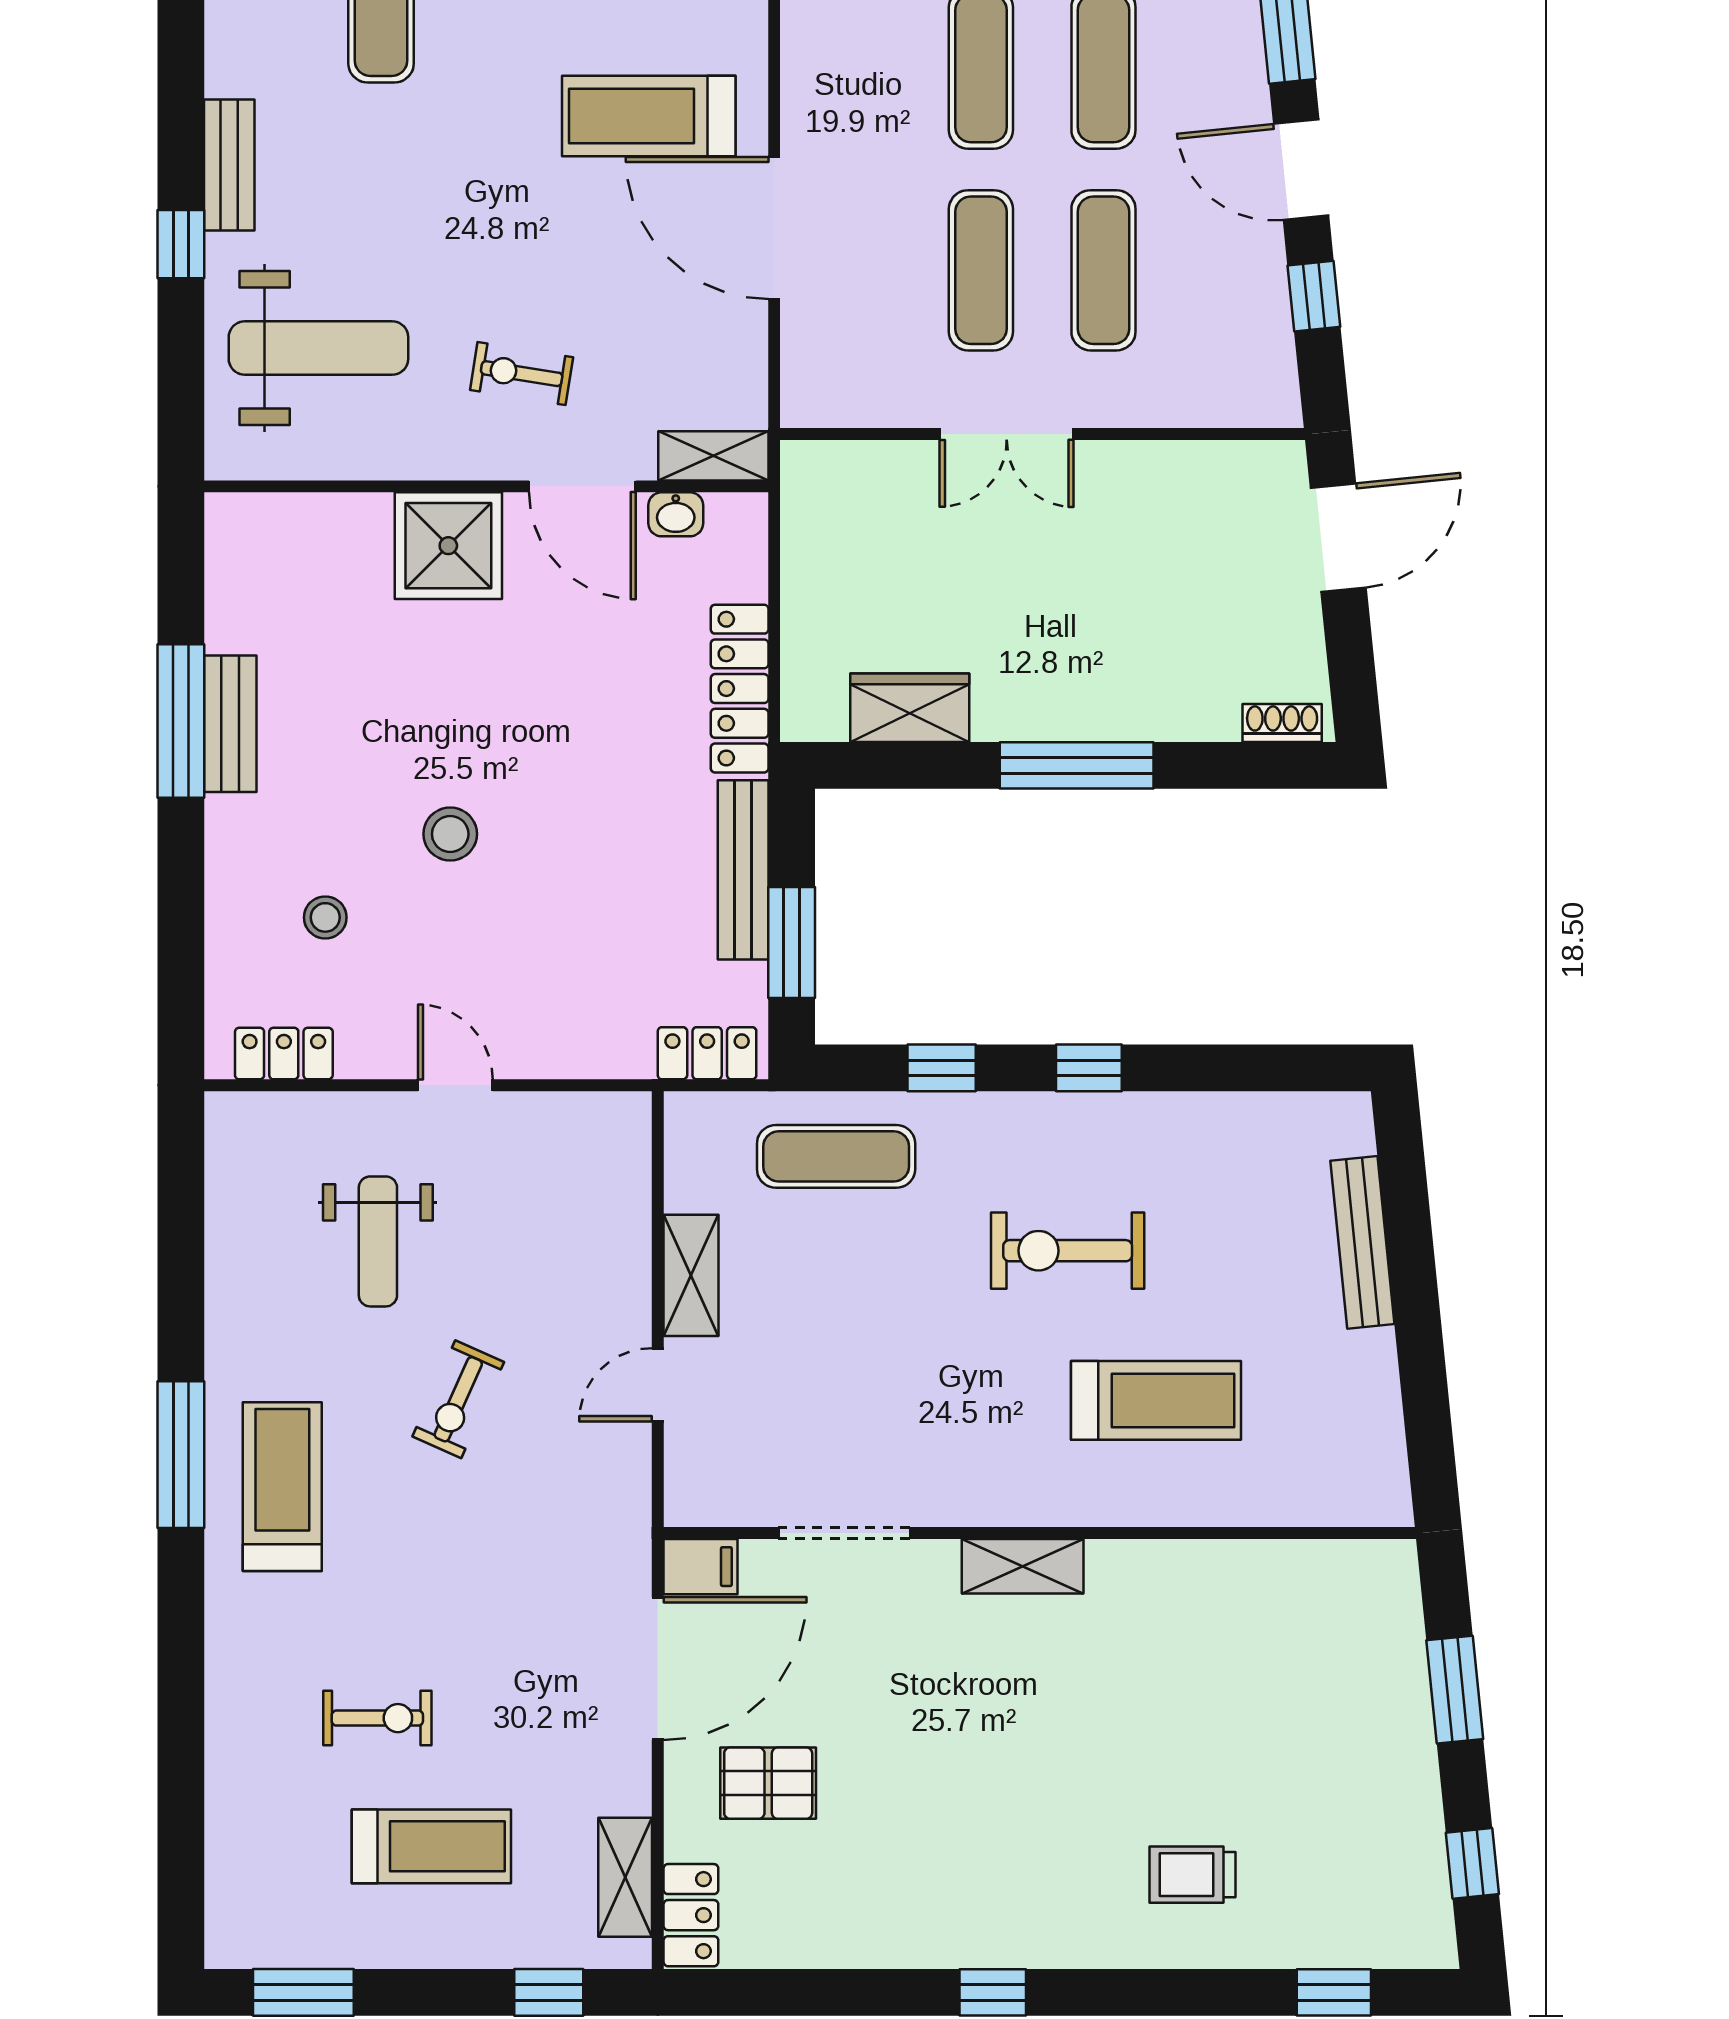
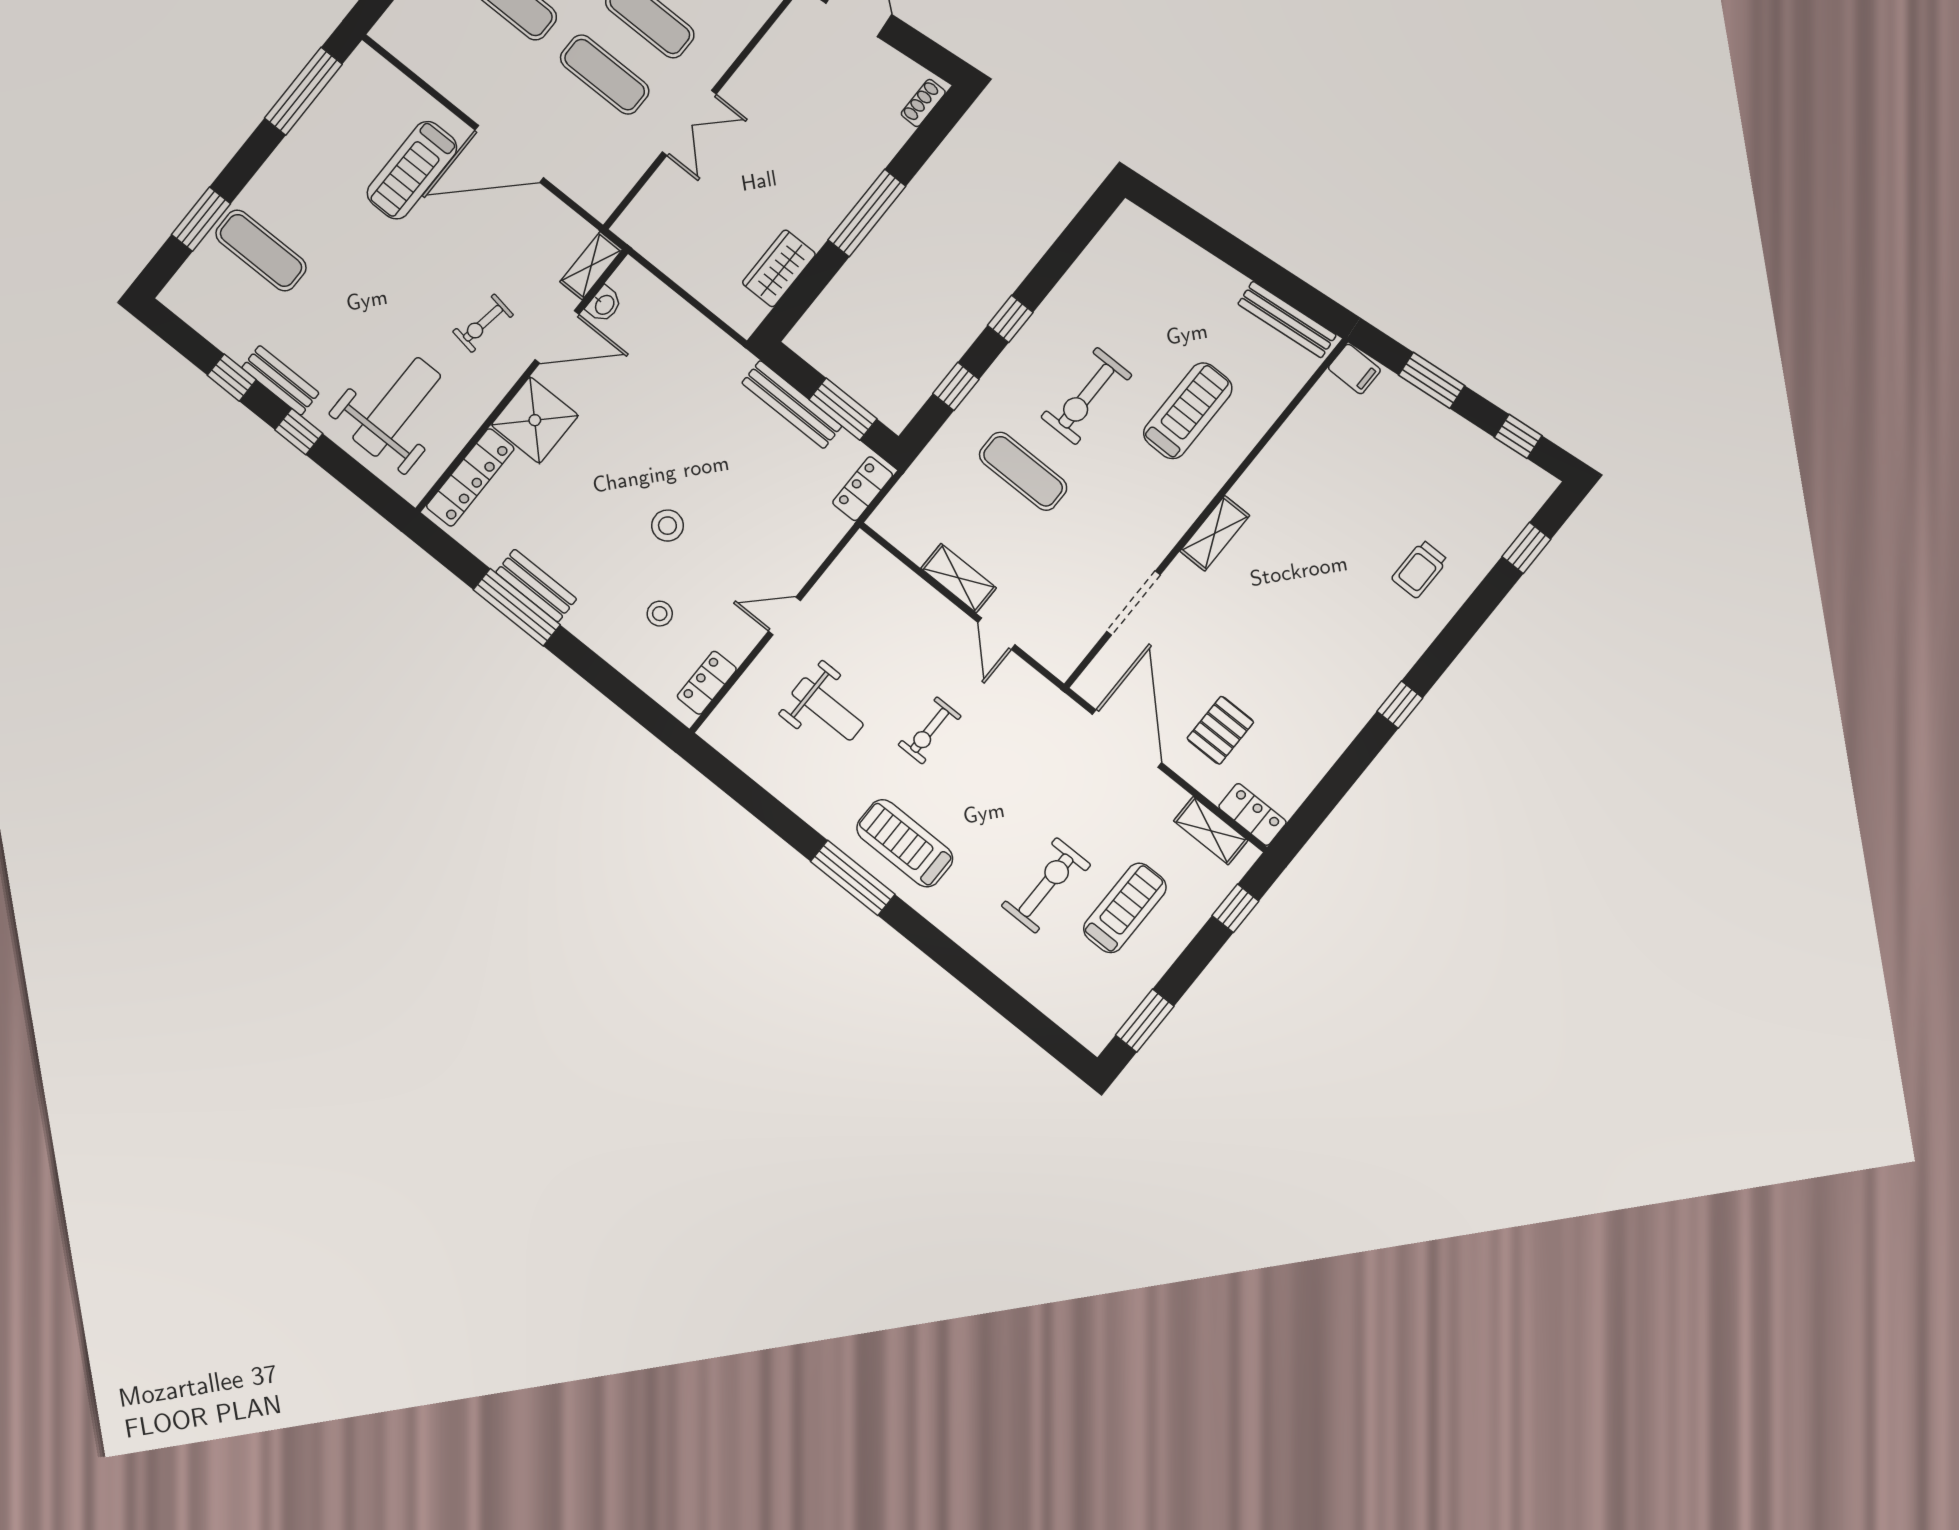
window: (181, 97) -> (232, 378), added
locker: (740, 689) -> (470, 477), moved, turned -90
exercise mat: (836, 1156) -> (1023, 471), moved, turned 90
bench: (1362, 1242) -> (1287, 320), moved
exercise bike: (458, 1399) -> (930, 730), turned 66
filing cabinet: (701, 1567) -> (1354, 369), moved, turned 90
exercise bike: (377, 1718) -> (1046, 885), width x1.38, depth x1.39

